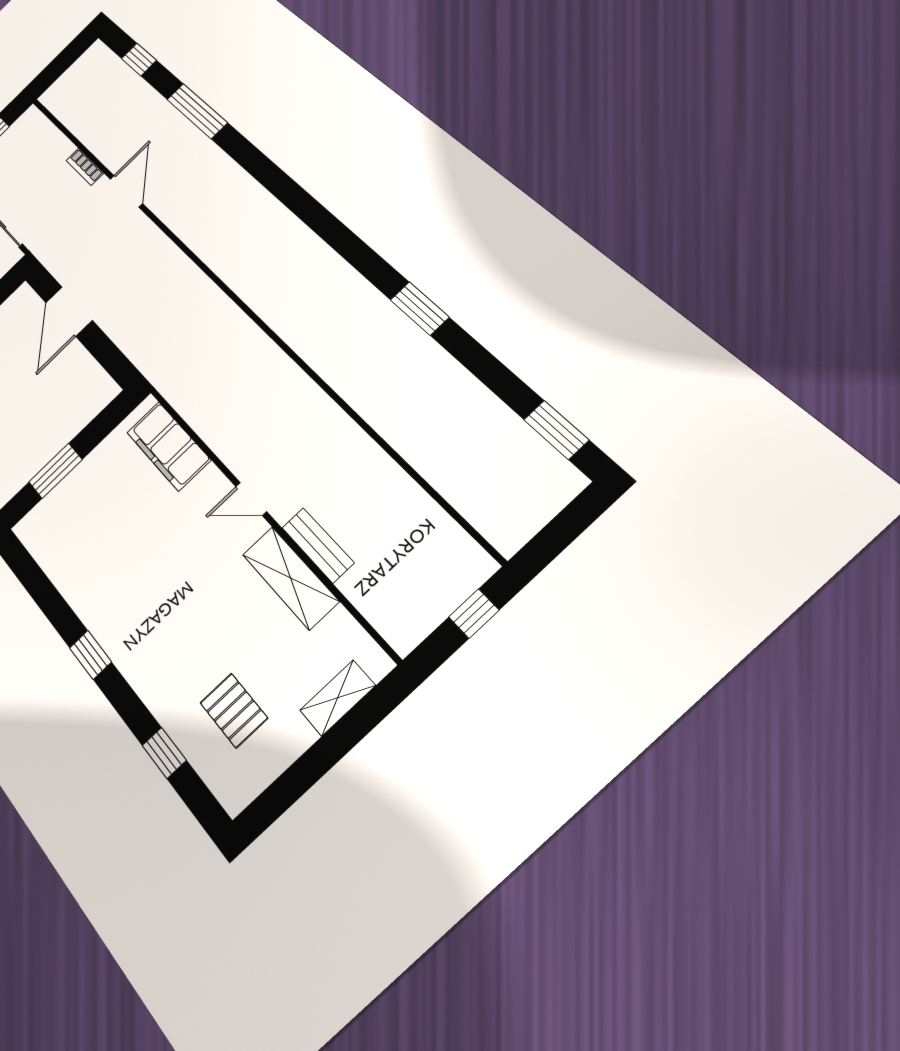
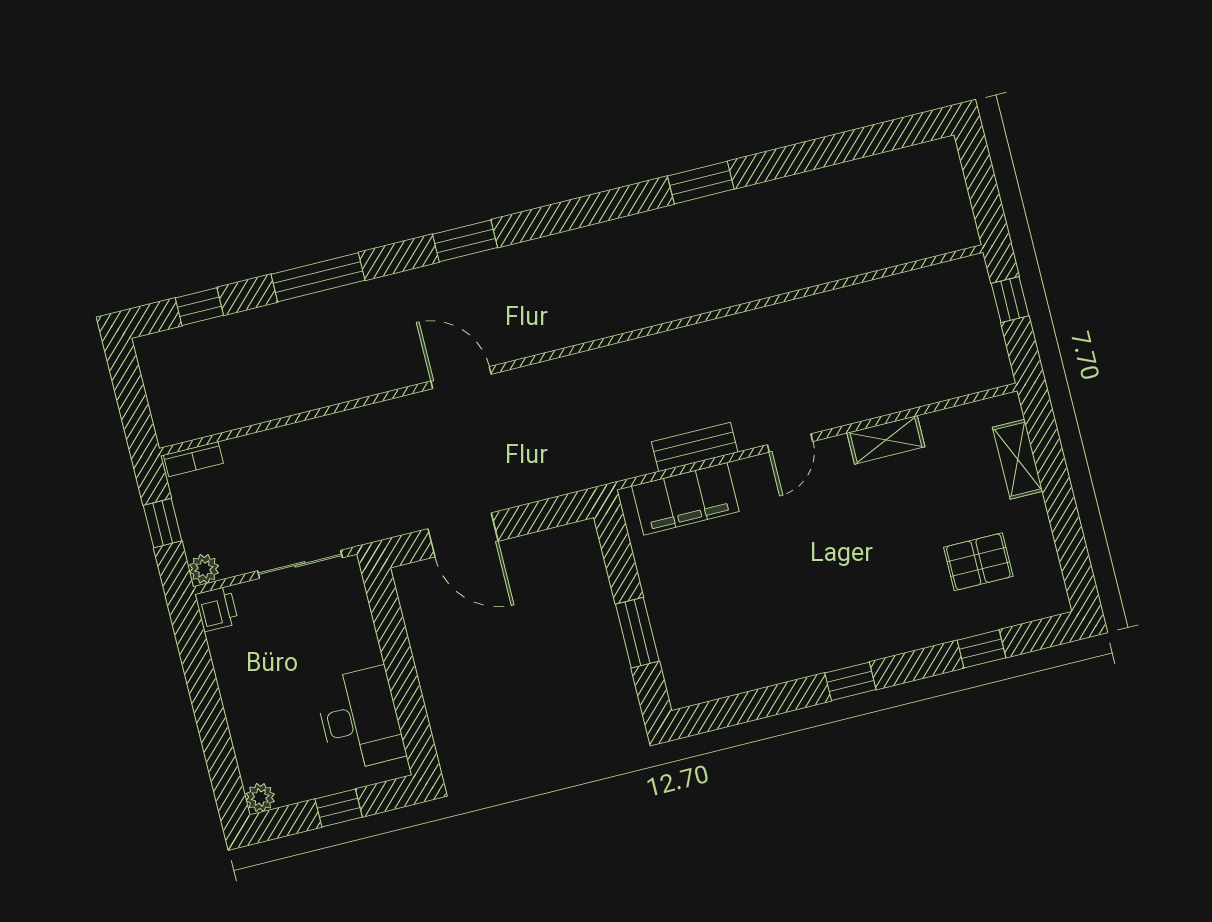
bookcase: (85, 167) -> (193, 459), moved
door: (126, 191) -> (461, 378), moved
window: (556, 430) -> (465, 241), moved
bench: (318, 545) -> (695, 447), moved
shelving: (290, 578) -> (886, 440), width x0.67, depth x0.75

